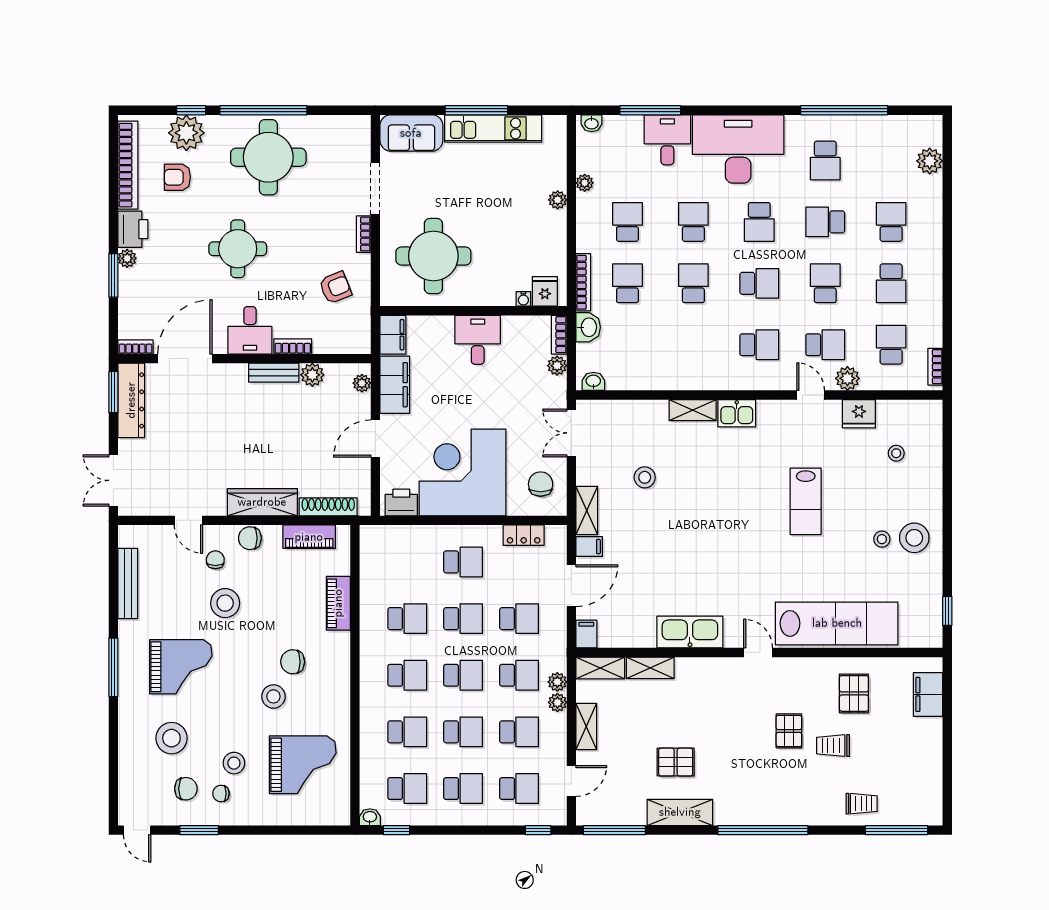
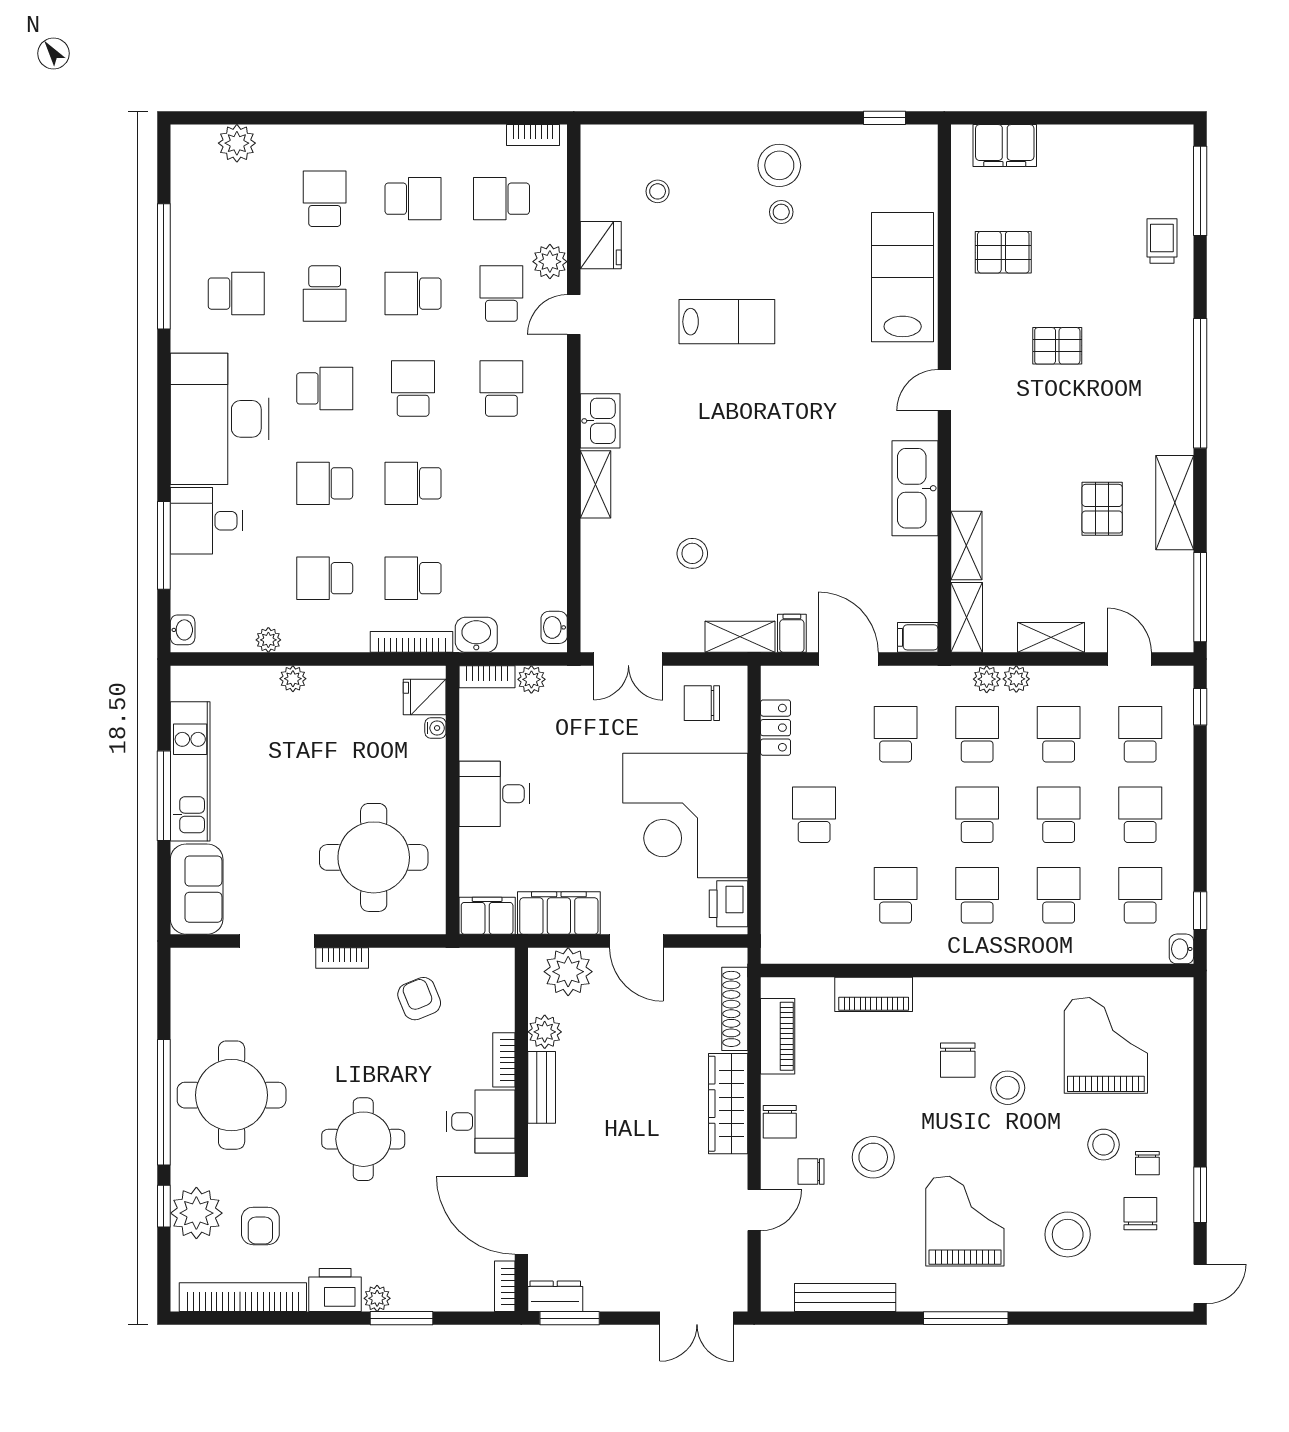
school desk: (891, 222) -> (325, 199), turned 90
plant: (362, 383) -> (568, 972), width x1.87, depth x1.87
dresser: (131, 400) -> (555, 1296), width x0.51, depth x0.80
school desk: (463, 619) -> (896, 815), removed
lab bench: (837, 623) -> (903, 277), width x0.73
trolley: (833, 746) -> (1078, 282), removed

